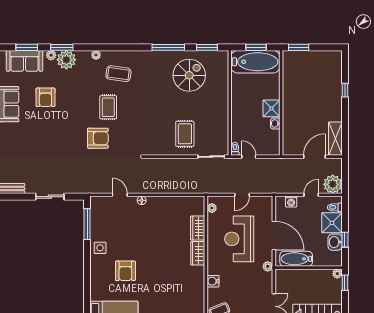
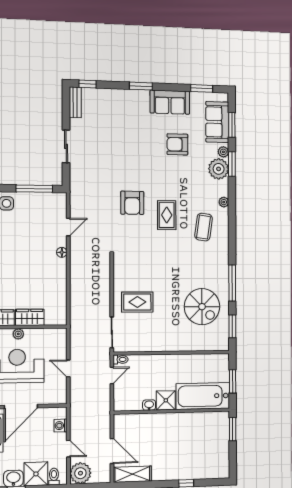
bathtub: (255, 62) -> (203, 396), moved, turned 90
rug: (108, 107) -> (167, 215), turned 90
plant: (212, 208) -> (18, 334), moved

